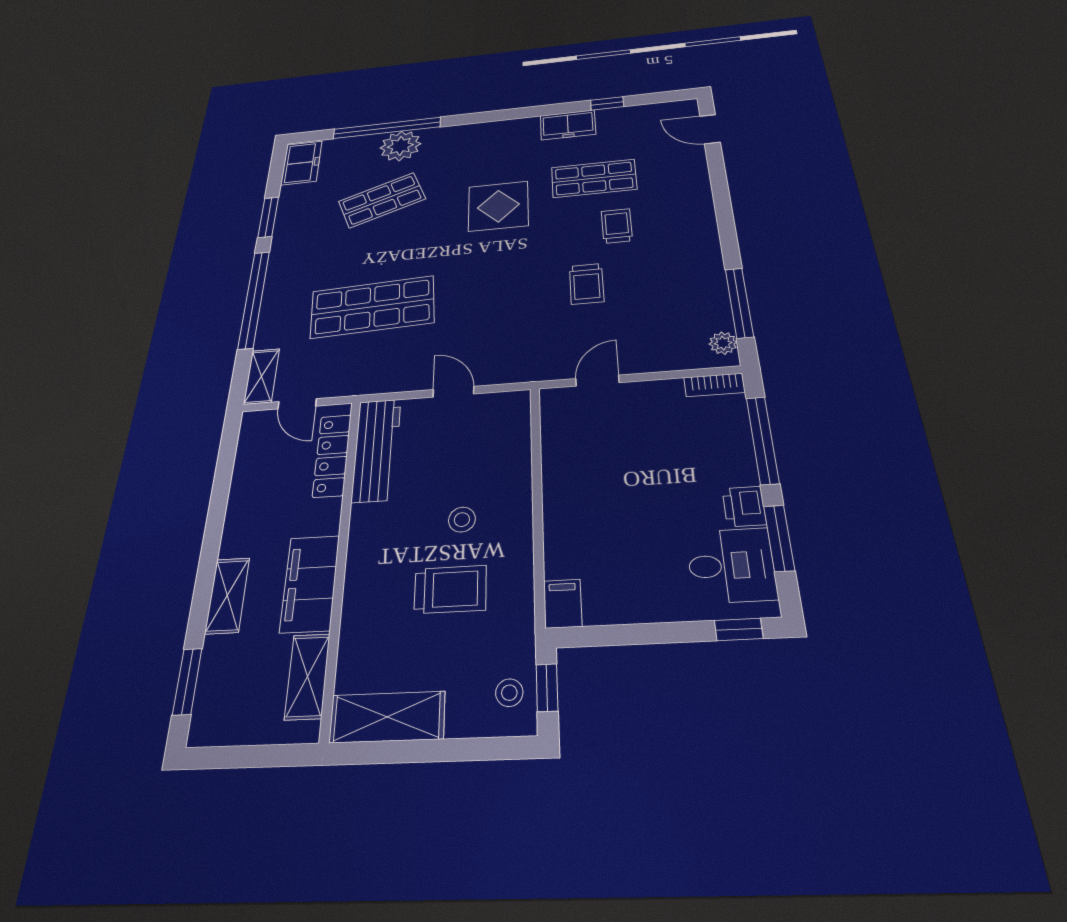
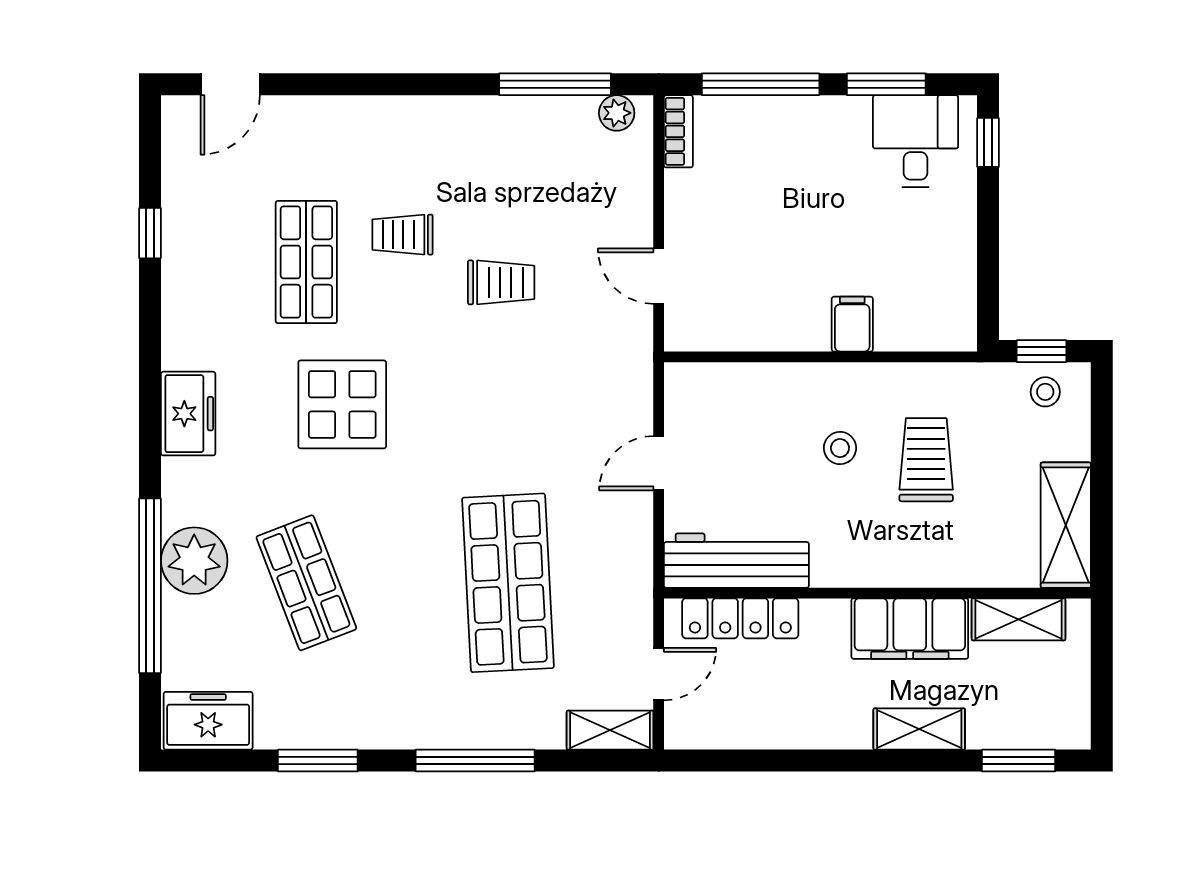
freezer: (568, 125) -> (188, 414), moved
window: (254, 299) -> (475, 761), width x0.68
printer: (744, 506) -> (845, 117), removed
filing cabinet: (563, 604) -> (852, 324), moved, turned 90

